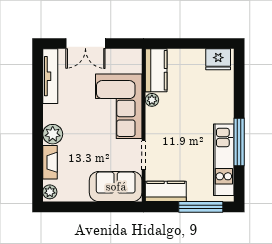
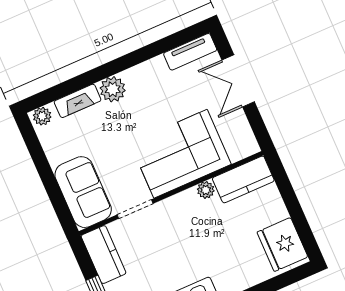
fridge: (218, 59) -> (282, 245), width x1.36, depth x1.34
tv unit: (50, 76) -> (190, 52), width x0.71

